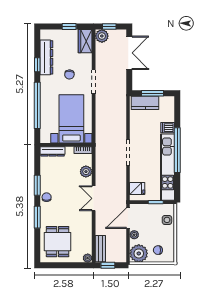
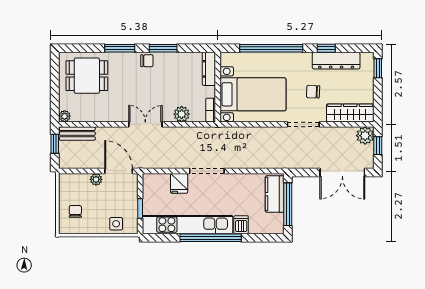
window: (69, 27) -> (378, 68), moved
wardrobe: (85, 41) -> (350, 113), width x1.50
window: (153, 93) -> (288, 204), width x1.44
fridge: (137, 189) -> (179, 183), moved
plant: (139, 253) -> (71, 186), removed

